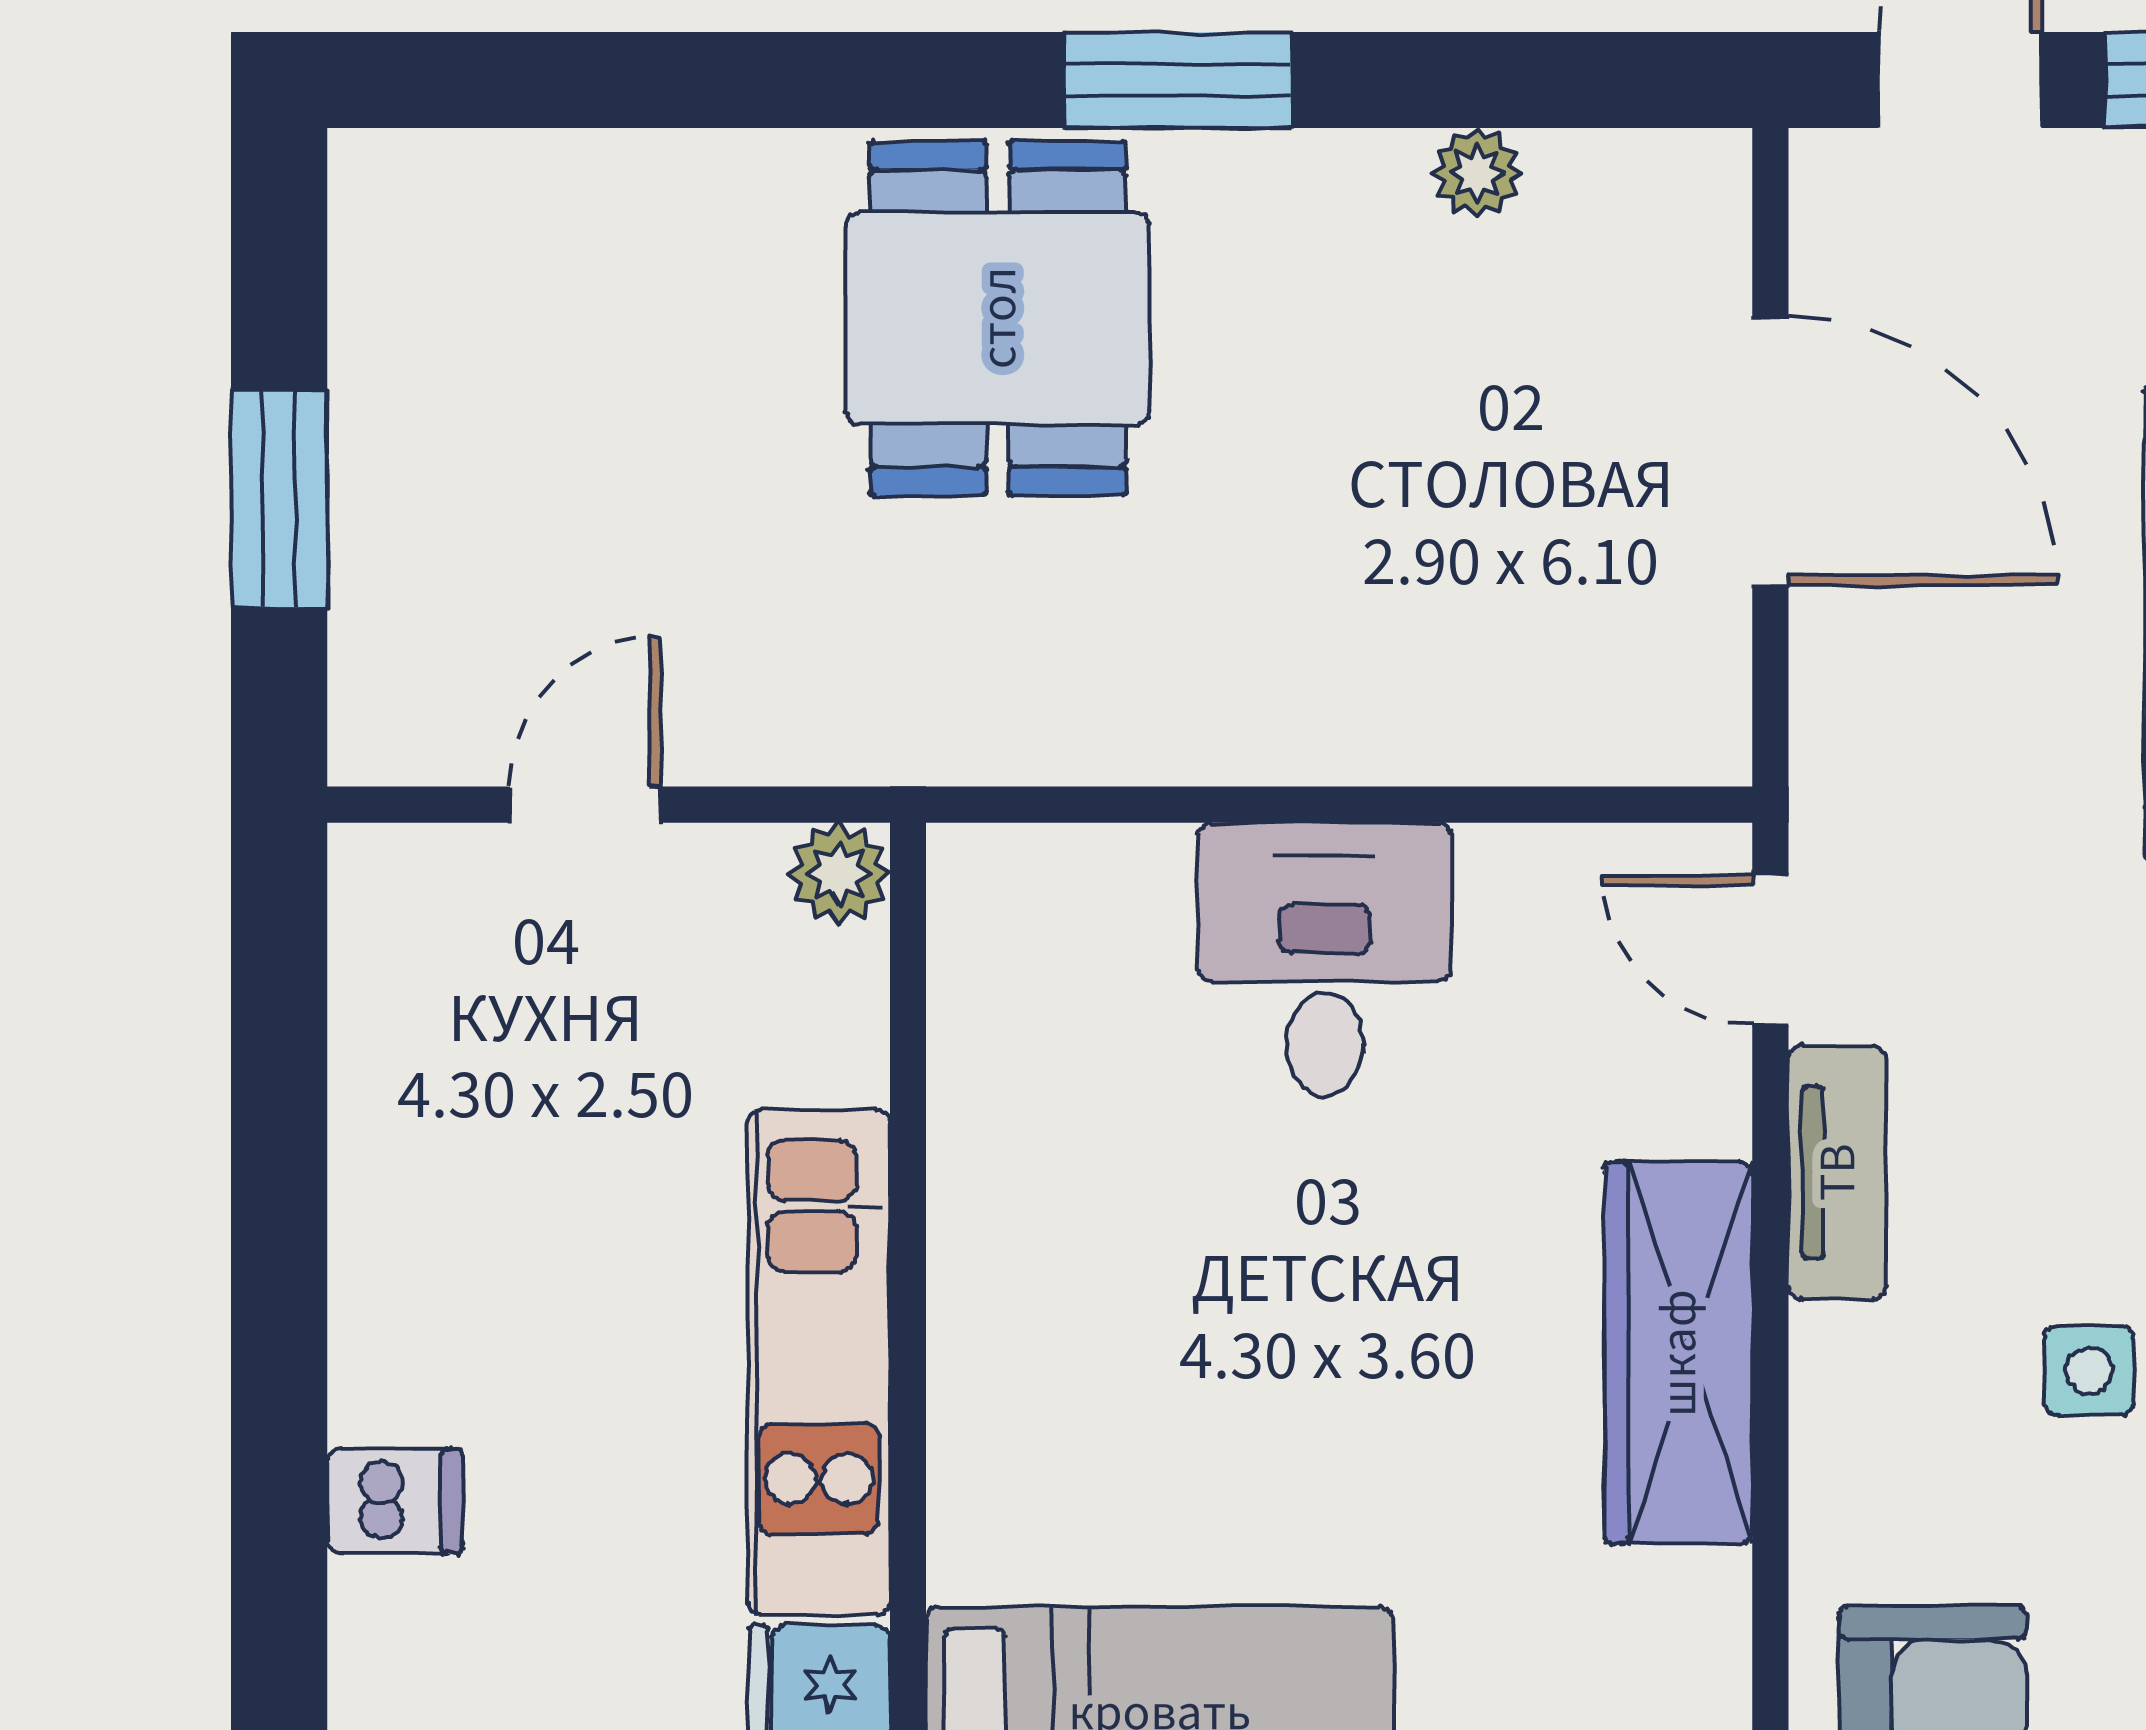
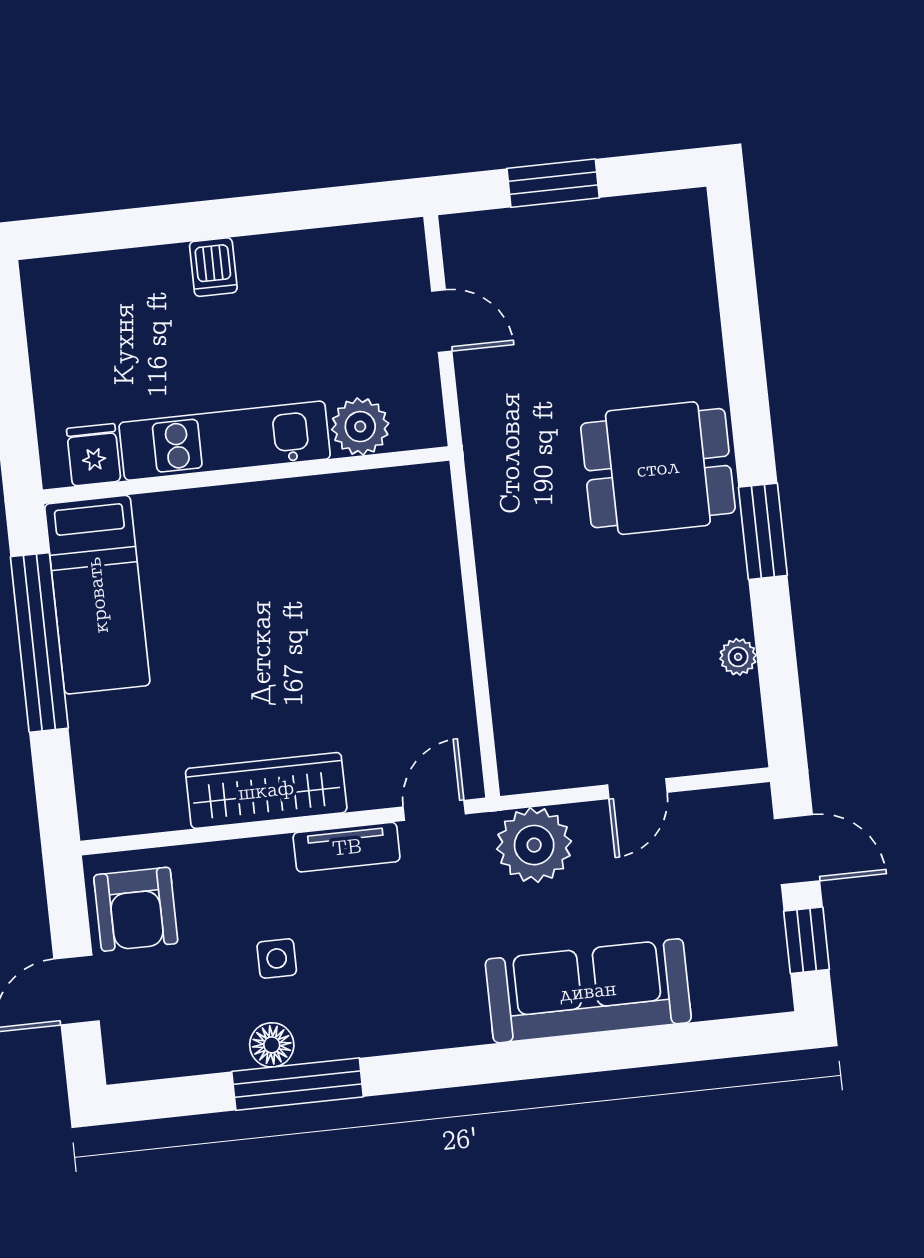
door: (1770, 451) -> (637, 789), width x0.53
plant: (1880, 717) -> (534, 845), added
plant: (839, 874) -> (360, 427), moved, width x1.38, depth x1.38
desk: (1325, 959) -> (411, 629), removed
dishwasher: (395, 1501) -> (213, 267), moved

